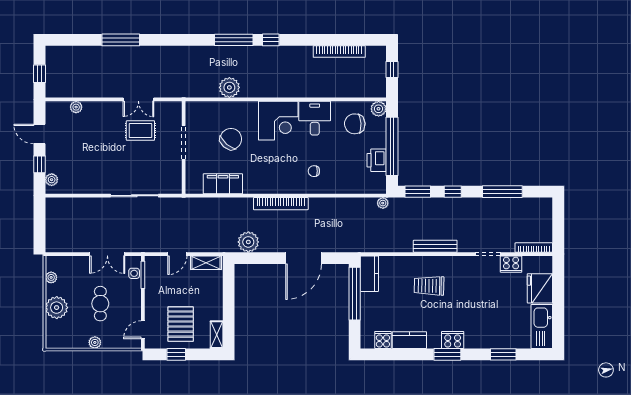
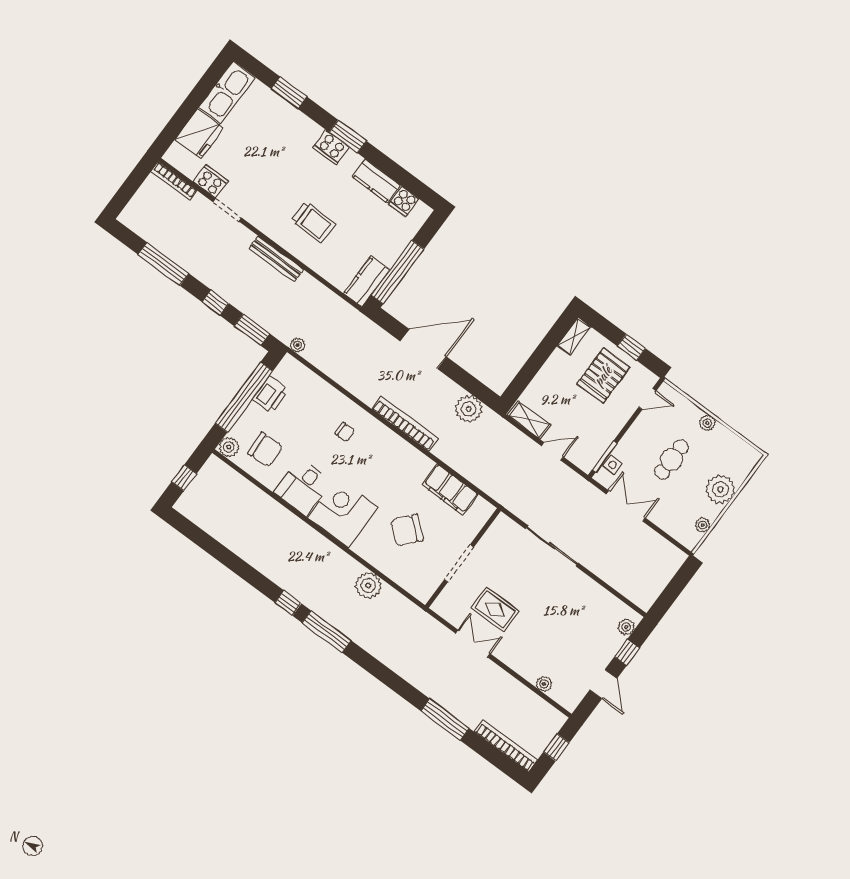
bookcase: (339, 52) -> (506, 746), moved

